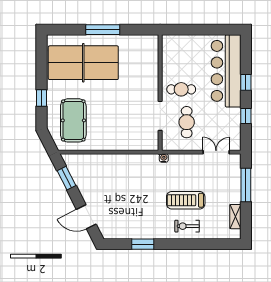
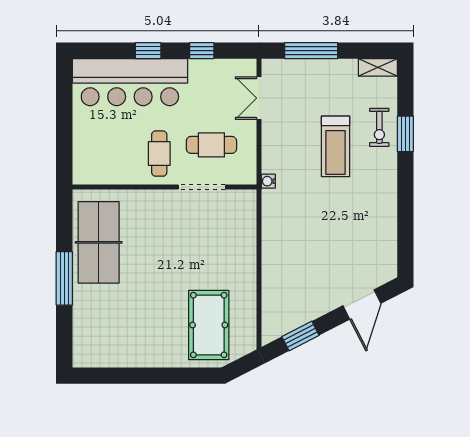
table tennis table: (83, 63) -> (99, 242), moved, width x0.73, depth x0.76
window: (41, 98) -> (173, 376), removed
pool table: (73, 120) -> (209, 325), turned 90
shelving: (235, 217) -> (378, 67), moved
exercise bike: (187, 226) -> (379, 127), moved
window: (143, 244) -> (405, 134), moved

